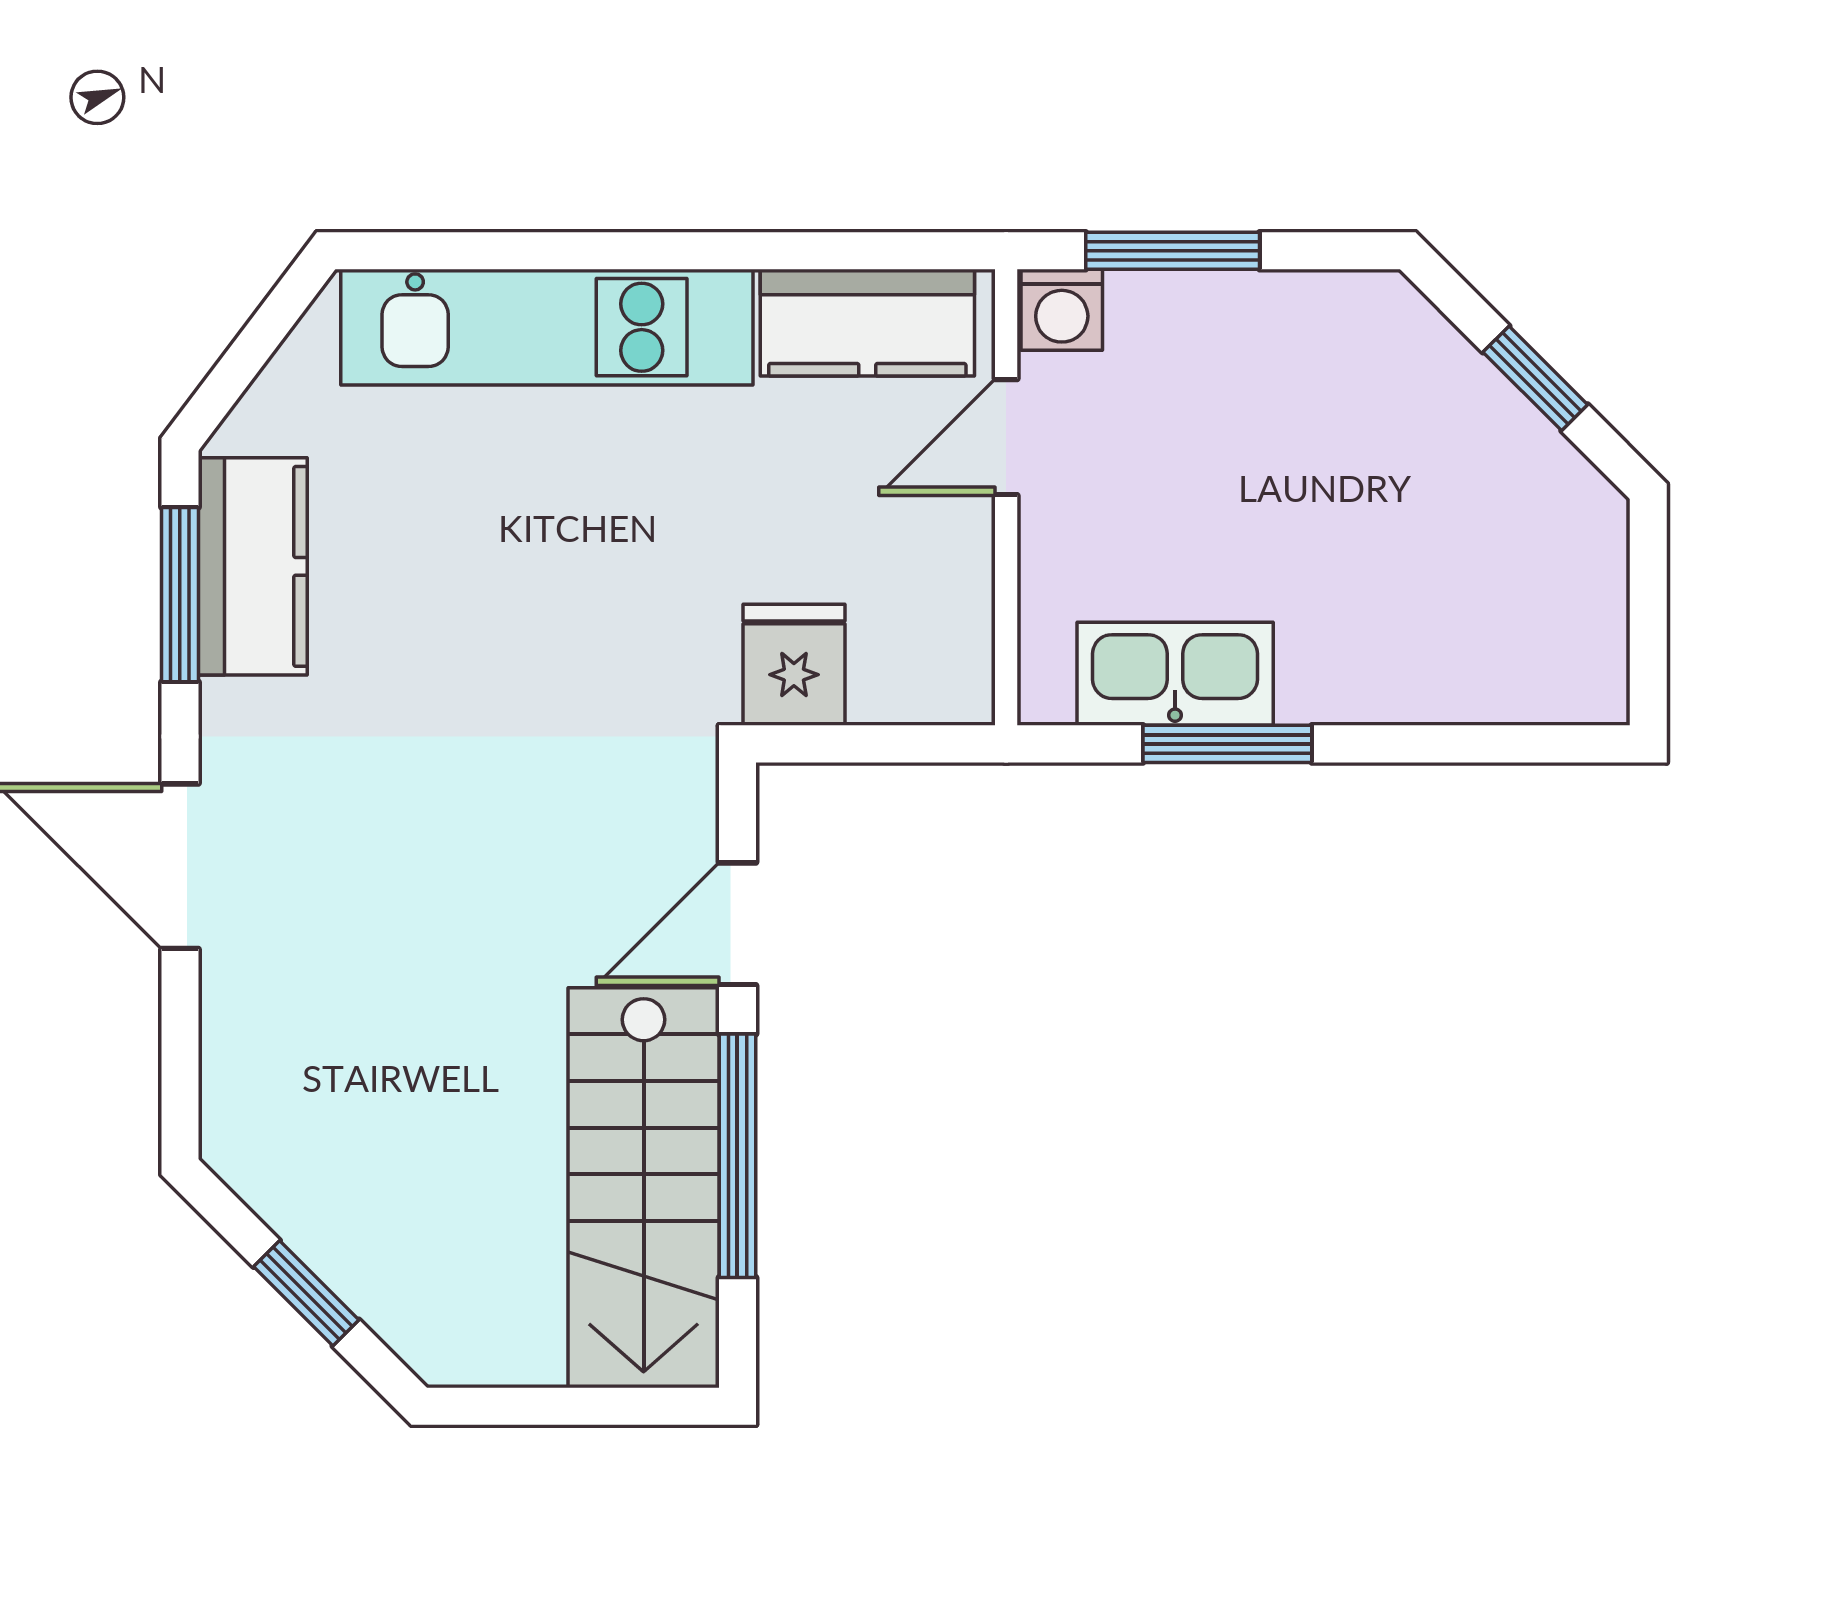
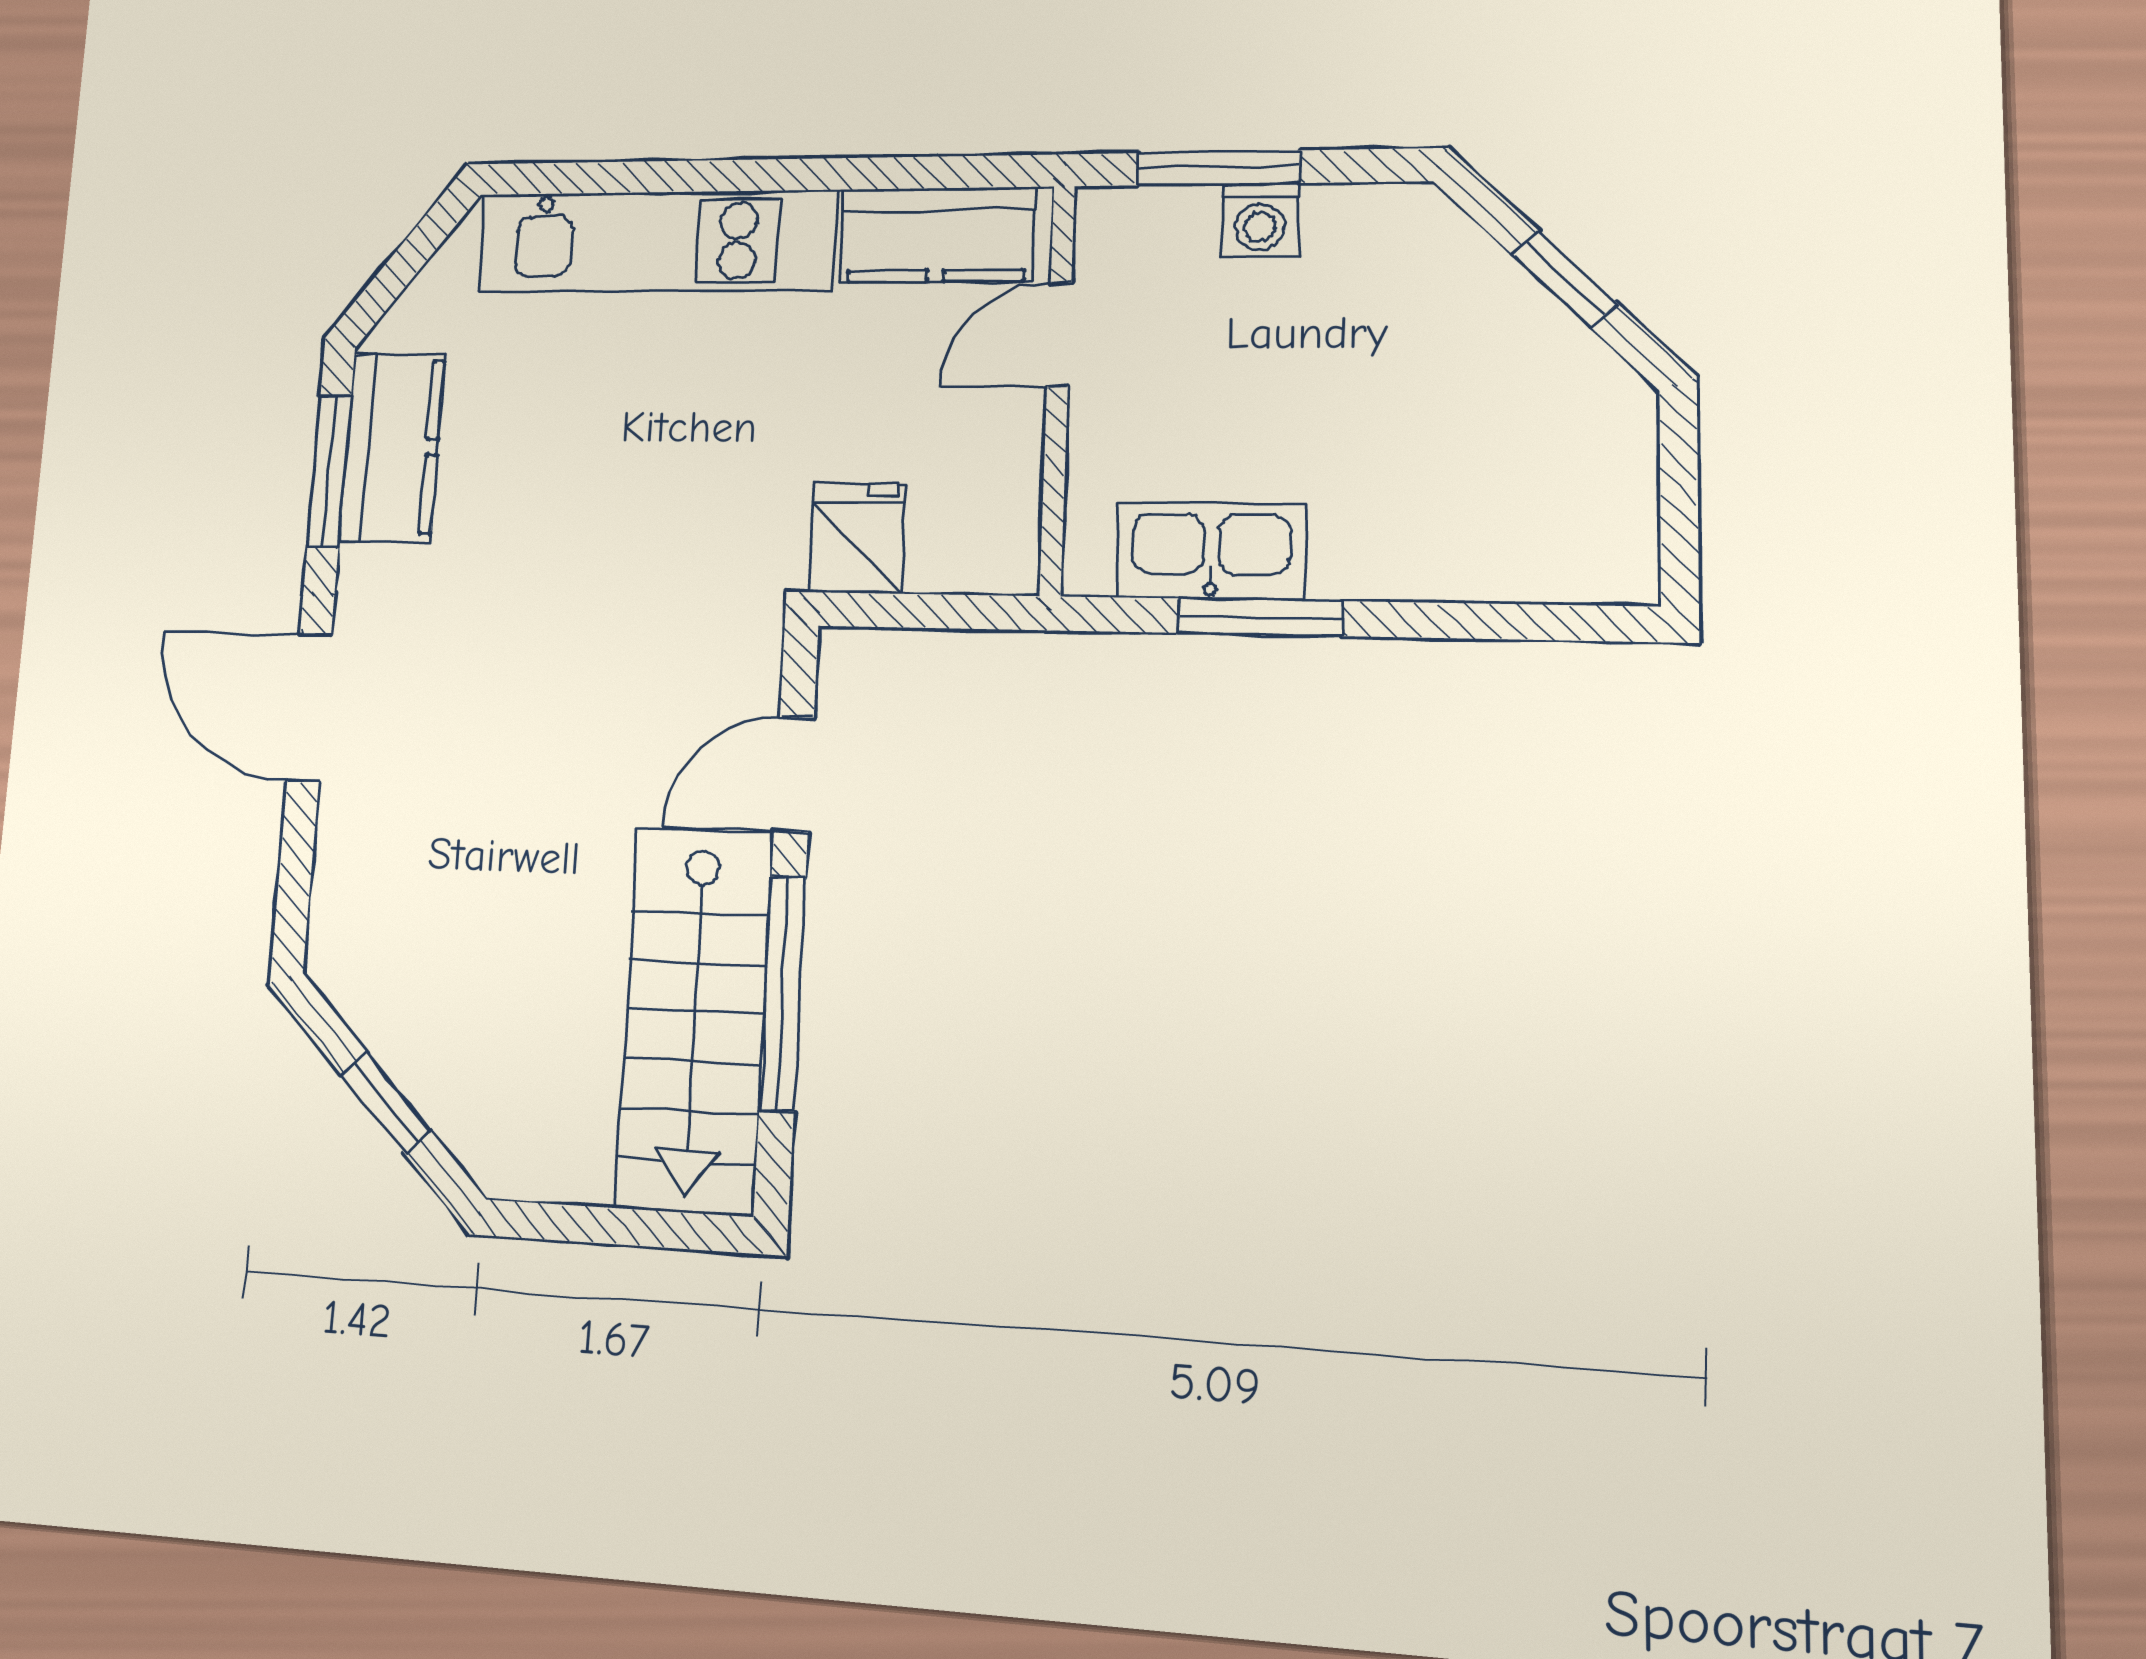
washing machine: (1062, 310) -> (1260, 220), moved

